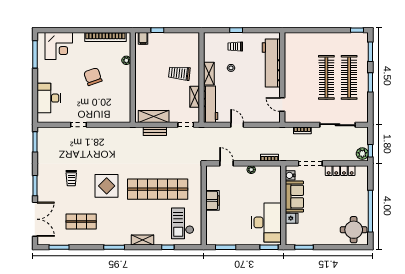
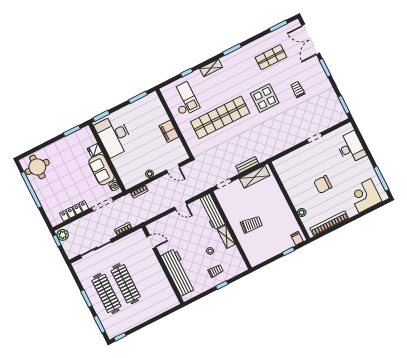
chair: (93, 77) -> (323, 184), turned 109
shelving: (195, 97) -> (228, 211), removed

